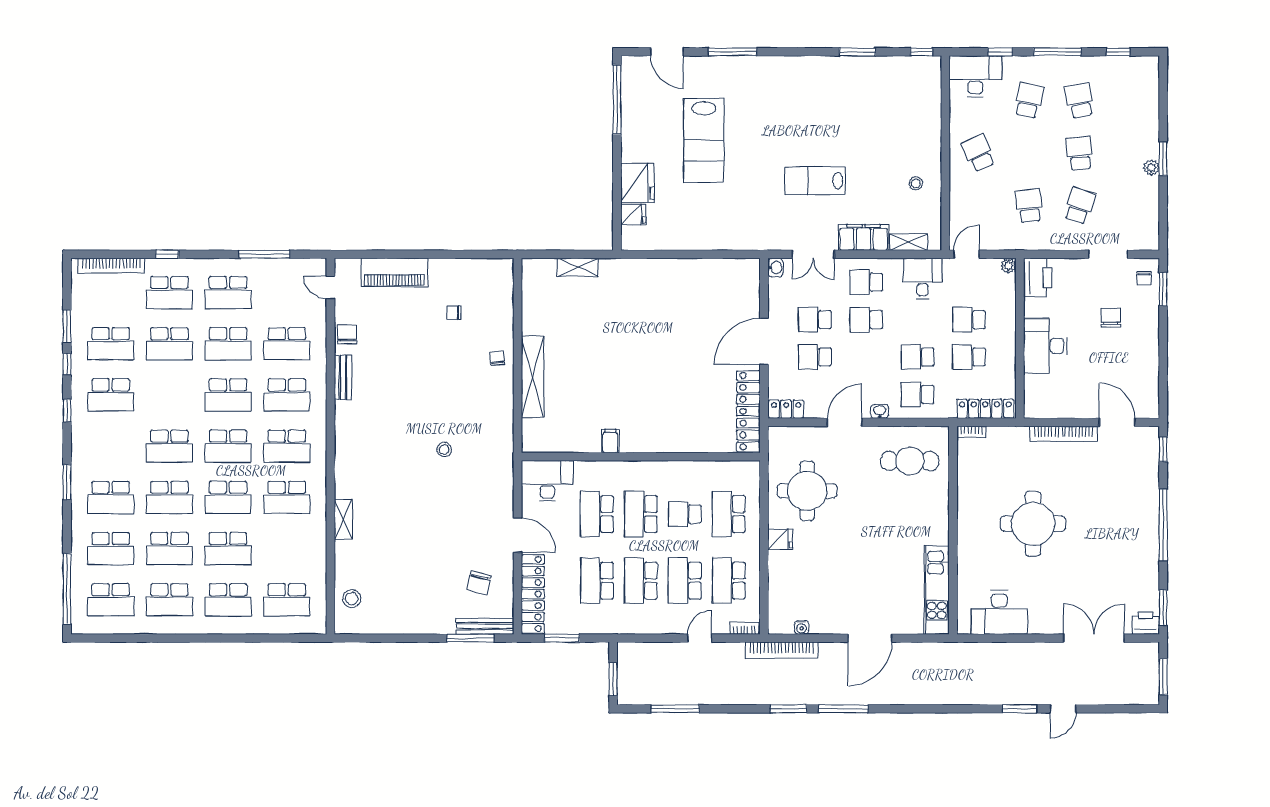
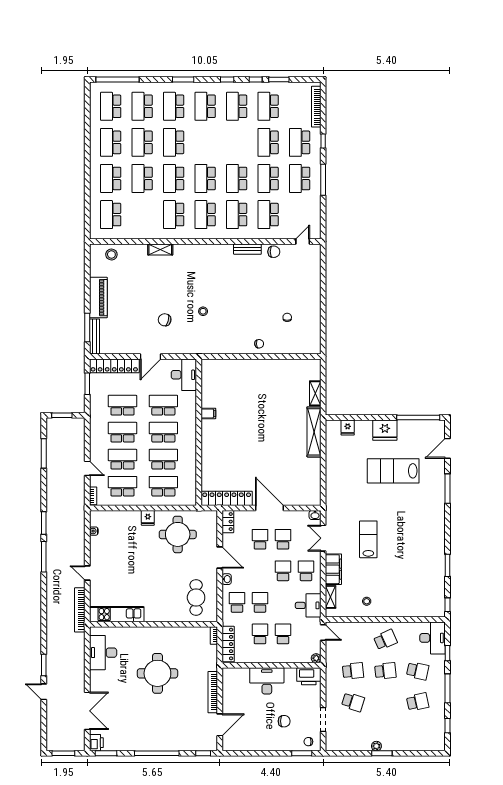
school desk: (1080, 153) -> (385, 671), moved
fridge: (637, 183) -> (385, 430), moved
window: (265, 254) -> (323, 180), moved
piano: (394, 272) -> (98, 298), moved, turned 180
shelving: (533, 377) -> (314, 432), moved, turned 90
school desk: (169, 446) -> (205, 106), moved
school desk: (685, 514) -> (163, 459), width x1.85
chair: (479, 583) -> (165, 320), moved
door: (870, 638) -> (87, 573), width x0.53
bookcase: (782, 650) -> (80, 610), moved

